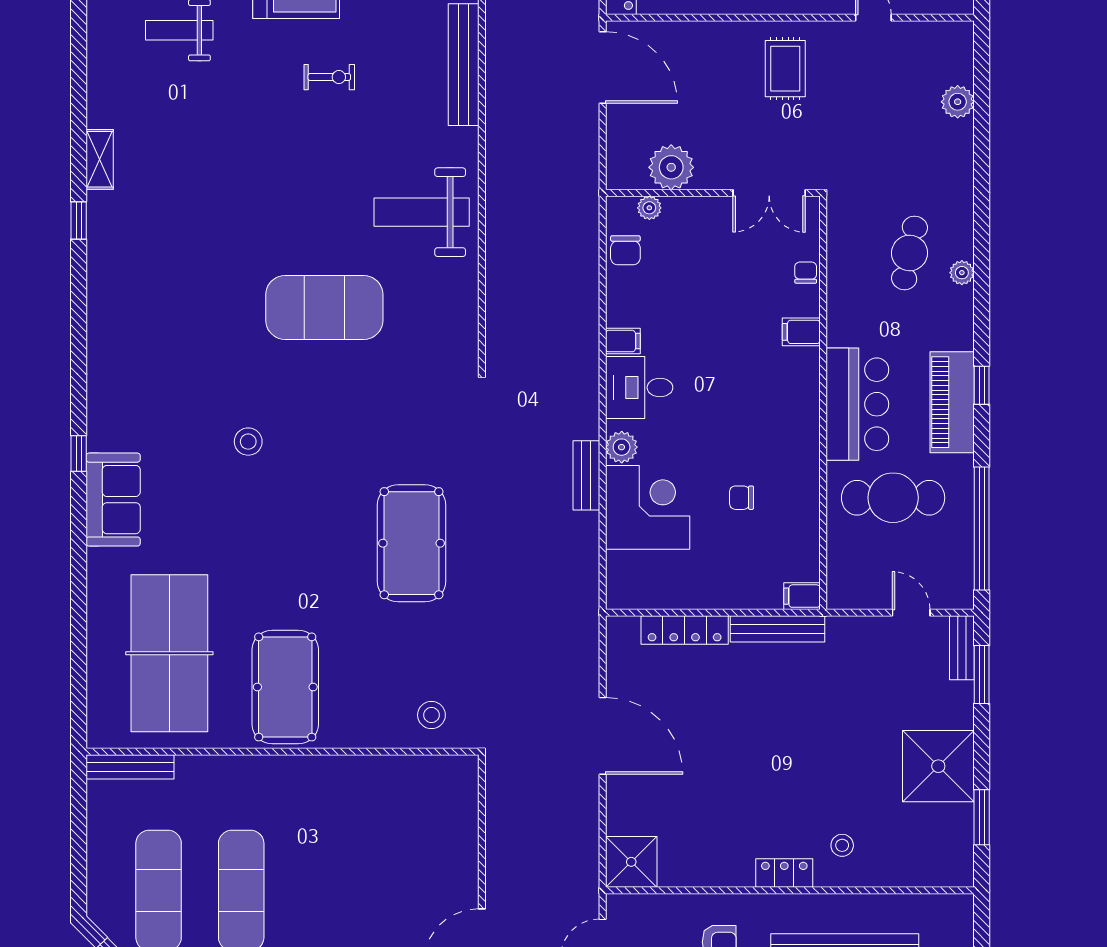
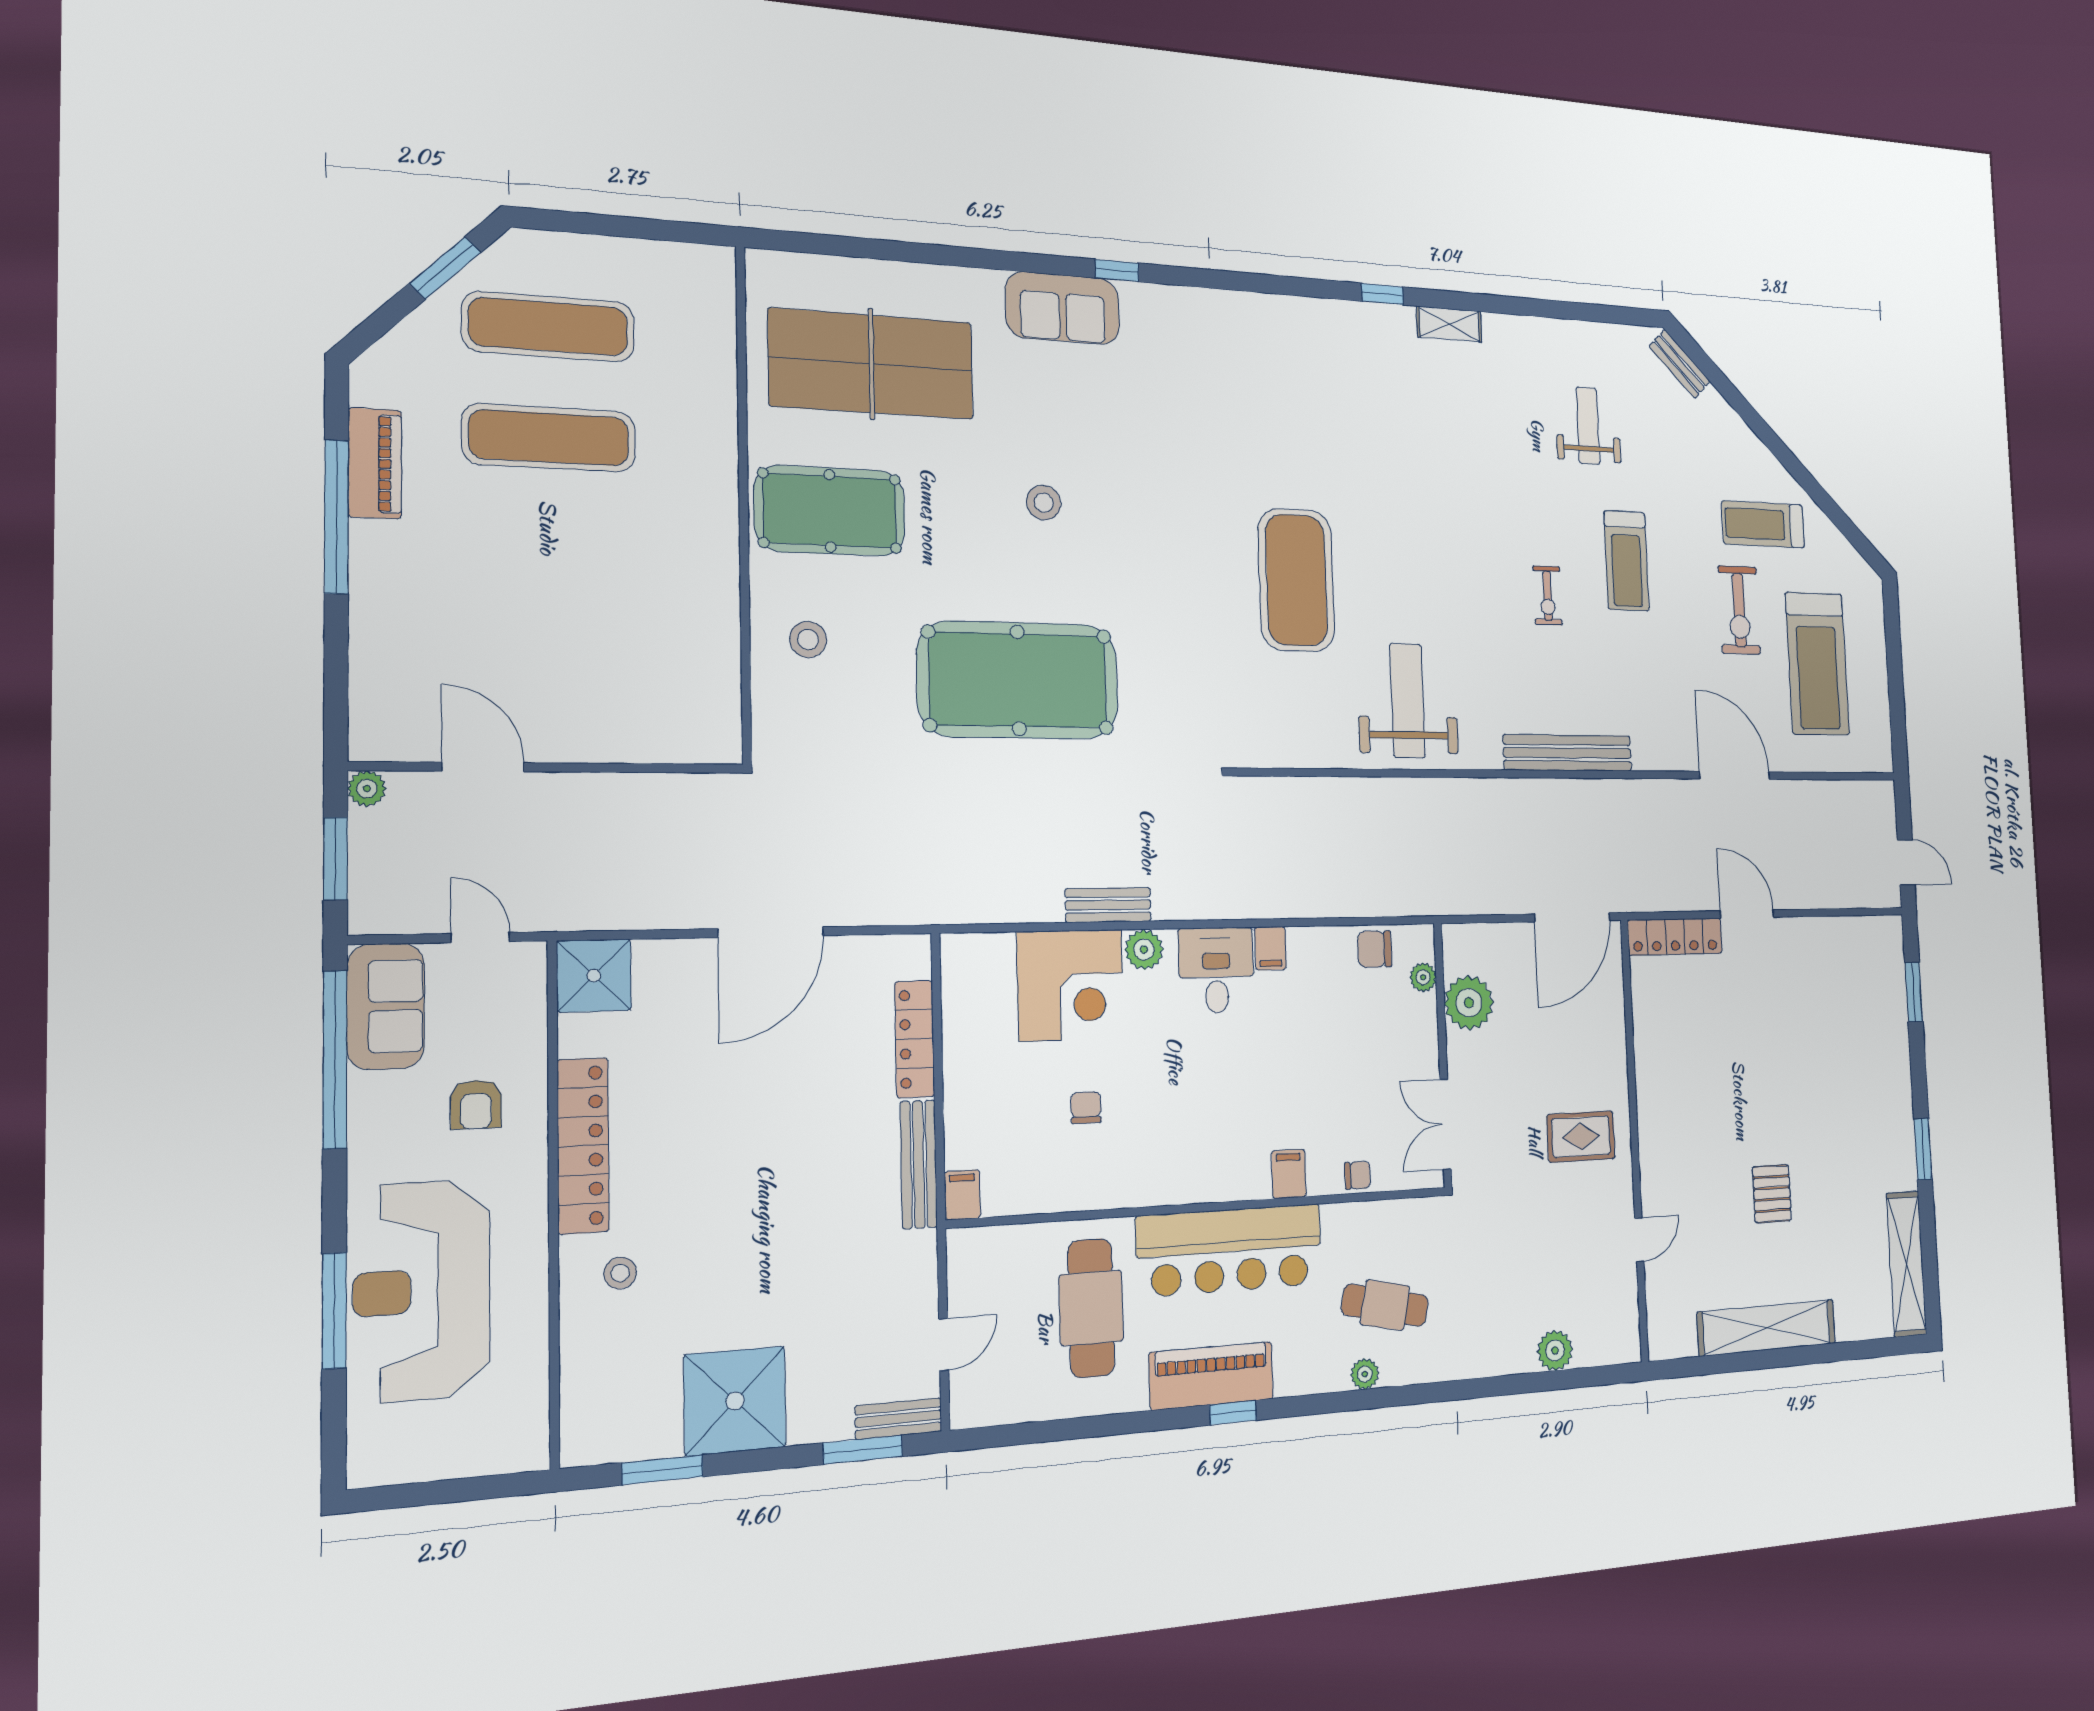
bar counter: (857, 404) -> (1230, 1250), width x1.36
stool: (248, 442) -> (1044, 503), moved
window: (982, 528) -> (1055, 1430), removed
pool table: (412, 543) -> (1018, 680), width x1.36, depth x1.32
stool: (431, 715) -> (808, 640), moved
bench: (130, 767) -> (720, 302), removed
locker: (784, 873) -> (583, 1146), width x2.16, depth x1.21

